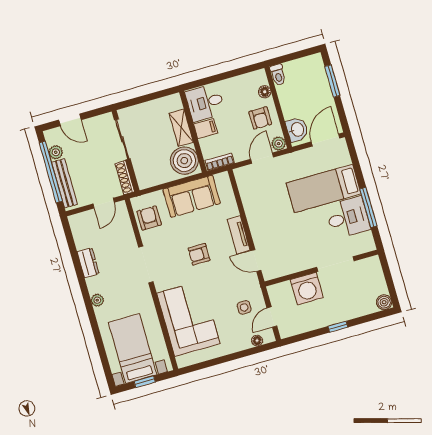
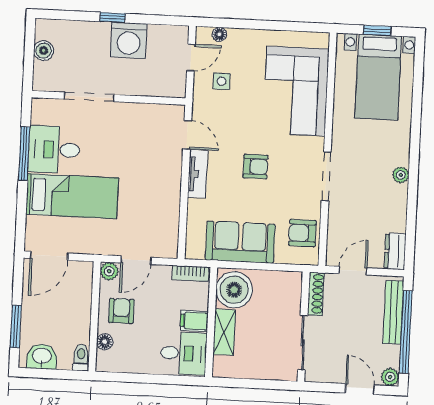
washbasin: (297, 130) -> (42, 357), moved, turned 90
plant: (56, 152) -> (390, 377), moved
armchair: (149, 218) -> (302, 233), turned 90
dresser: (88, 263) -> (395, 251), moved
washing machine: (307, 289) -> (129, 40), moved, turned 180
plant: (97, 300) -> (401, 175), moved
boiler: (384, 302) -> (44, 51), moved

